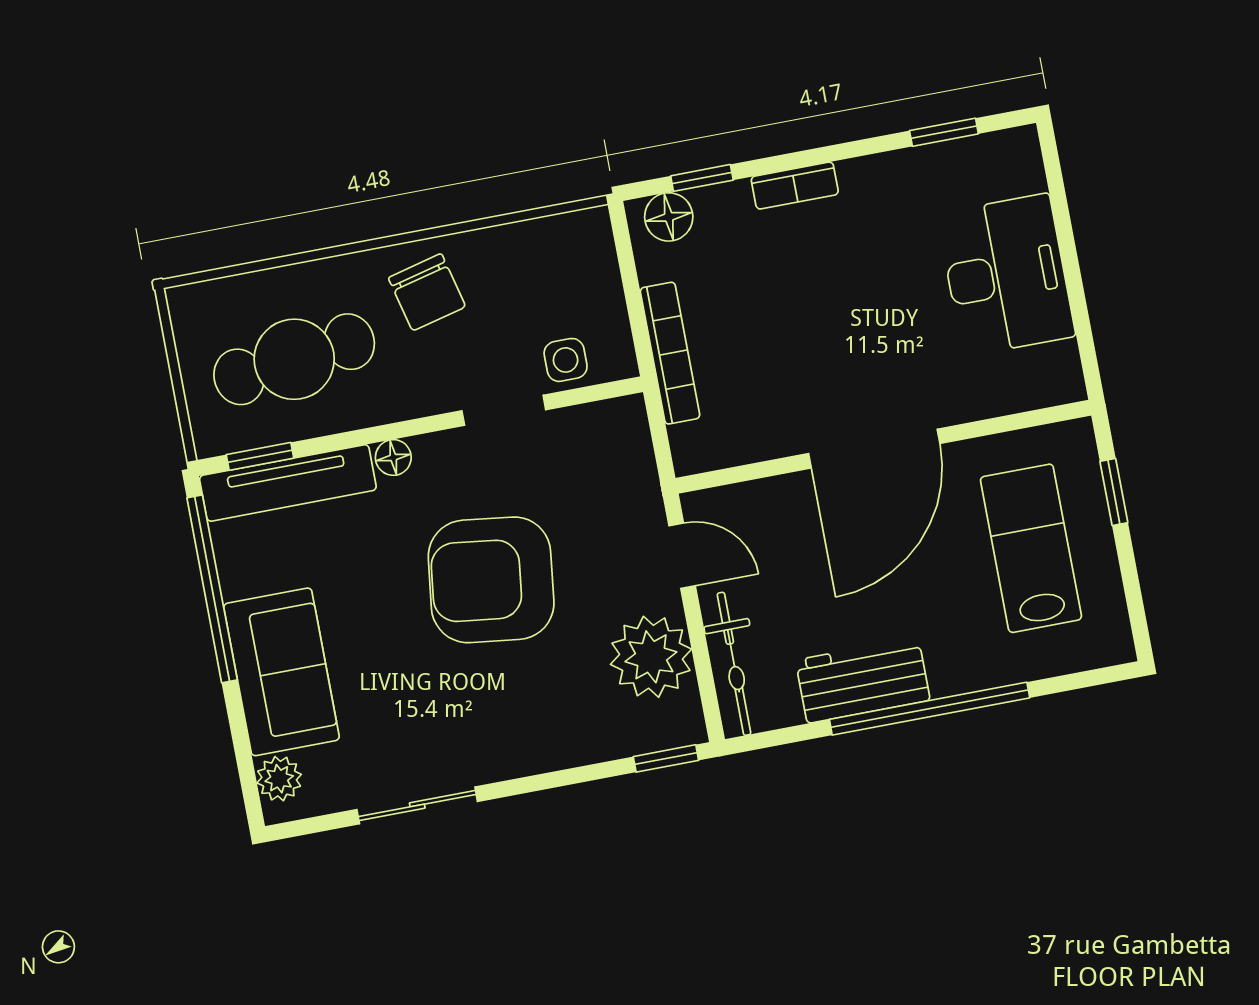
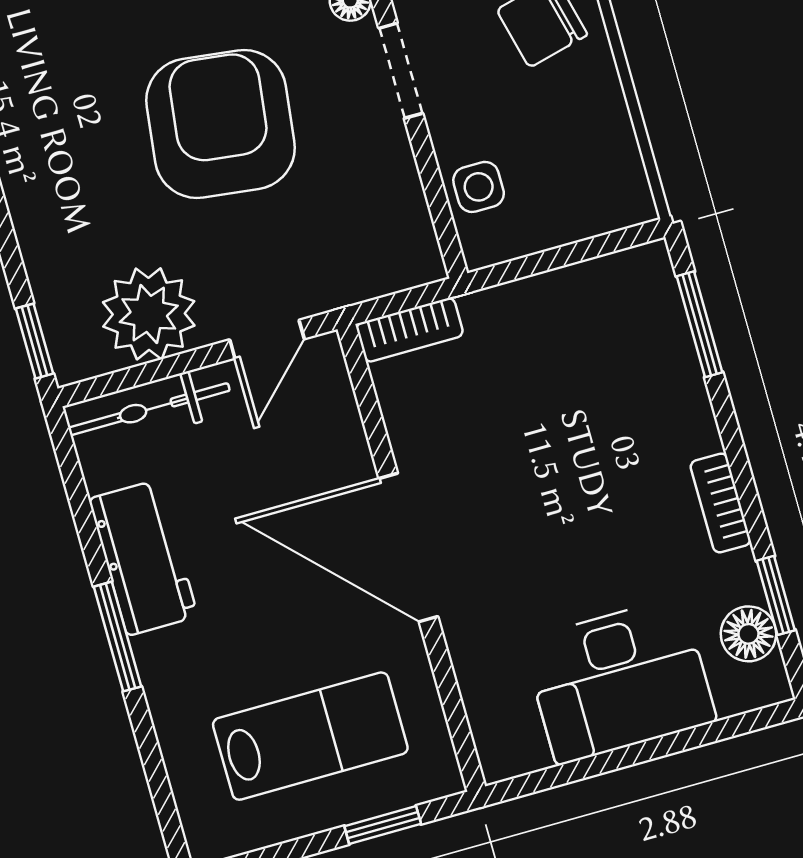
window: (702, 178) -> (700, 324), width x1.50
bookcase: (795, 186) -> (720, 503), moved
floor lamp: (669, 217) -> (748, 634), moved
bookcase: (670, 353) -> (410, 330), moved, width x0.64
doorway: (504, 410) -> (401, 71), moved
window: (930, 709) -> (117, 637), width x0.47

